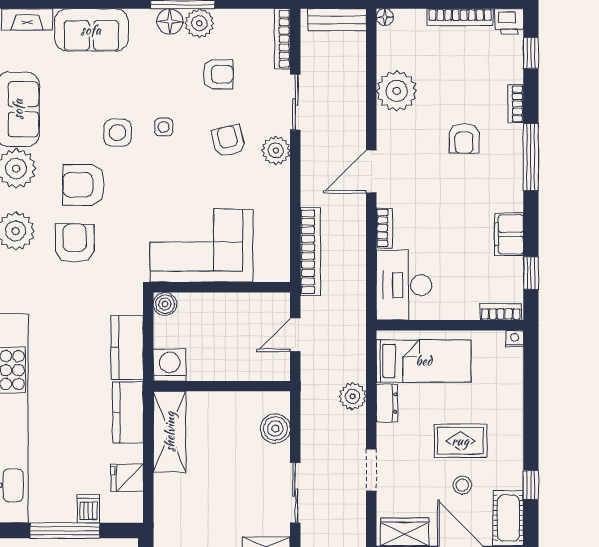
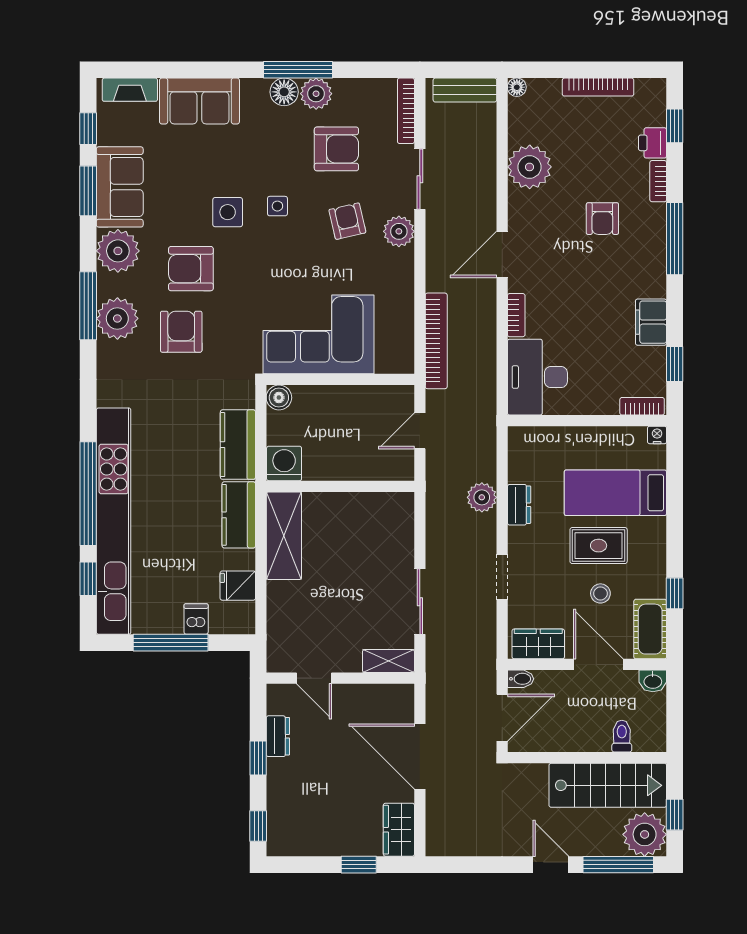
printer: (509, 21) -> (653, 143), moved, turned 90
armchair: (218, 74) -> (336, 149), width x1.38, depth x1.38
bed: (424, 361) -> (615, 493), moved, turned 180
boiler: (275, 429) -> (398, 532), removed

